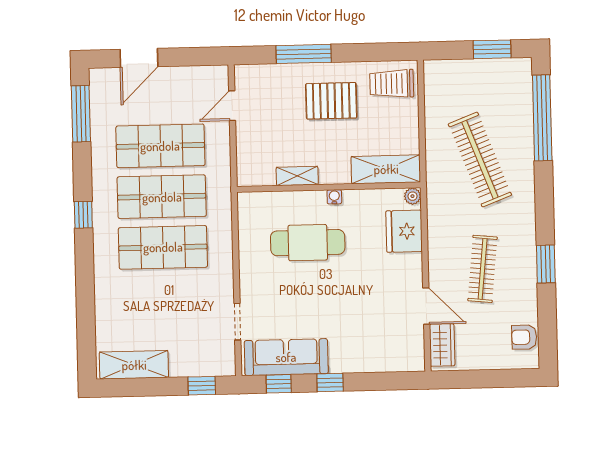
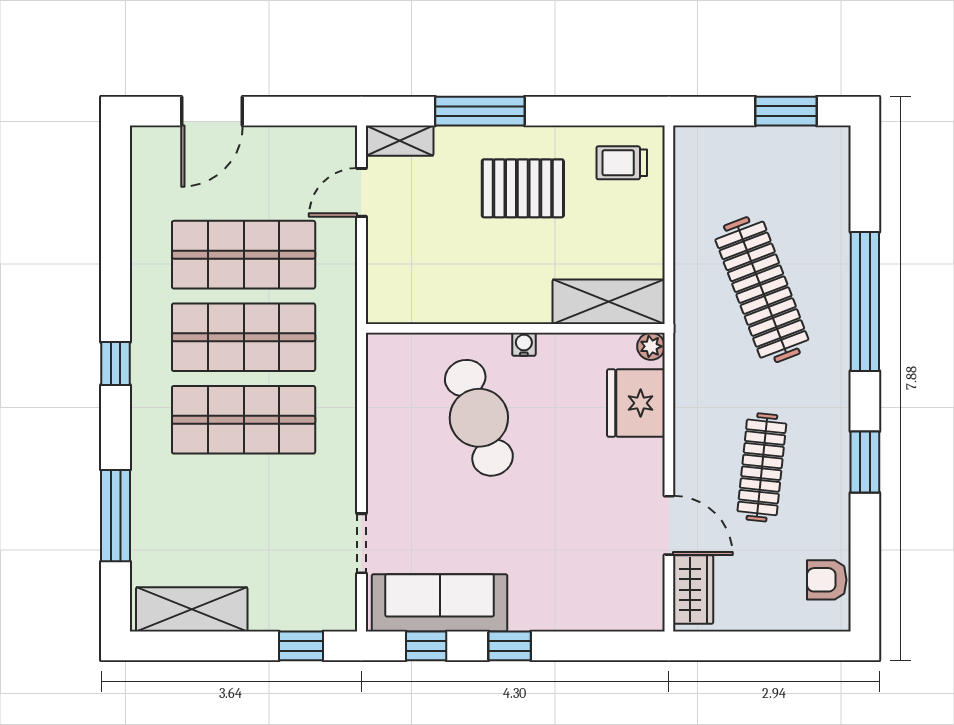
trolley: (392, 84) -> (622, 163), width x0.73, depth x0.72
window: (81, 114) -> (116, 516), moved
window: (542, 118) -> (865, 302), moved
shelving: (297, 176) -> (400, 141), moved
cafe table: (308, 243) -> (479, 418), turned 71

